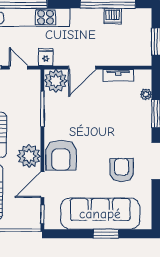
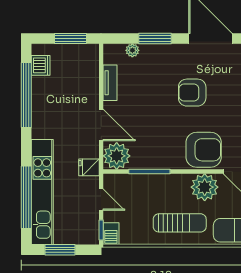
dishwasher: (113, 16) -> (41, 65), moved
door: (18, 68) -> (101, 200), swing flipped
armchair: (122, 170) -> (192, 93), moved

